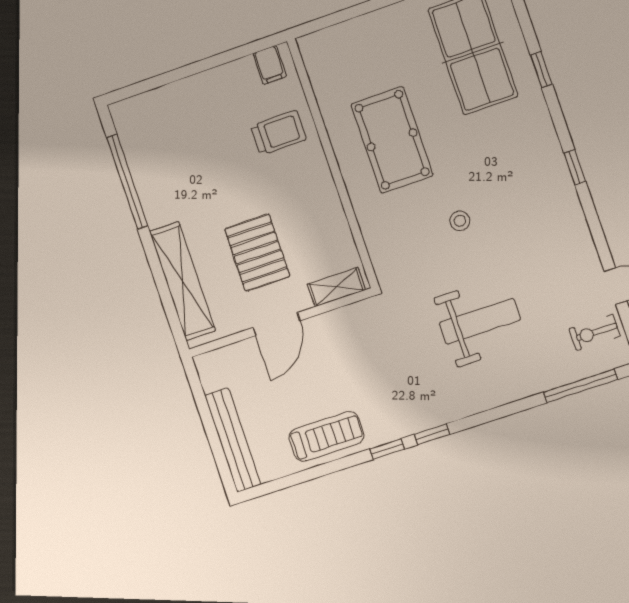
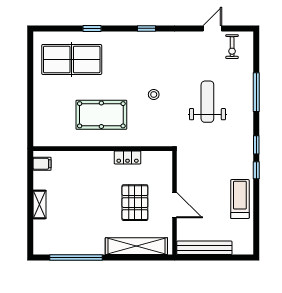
trolley: (279, 133) -> (78, 171), removed
locker: (332, 212) -> (128, 157), added
pallet: (257, 253) -> (135, 203), turned 90
shelving: (336, 287) -> (39, 204), moved
window: (580, 386) -> (256, 92), moved
bench: (233, 440) -> (204, 248), moved

